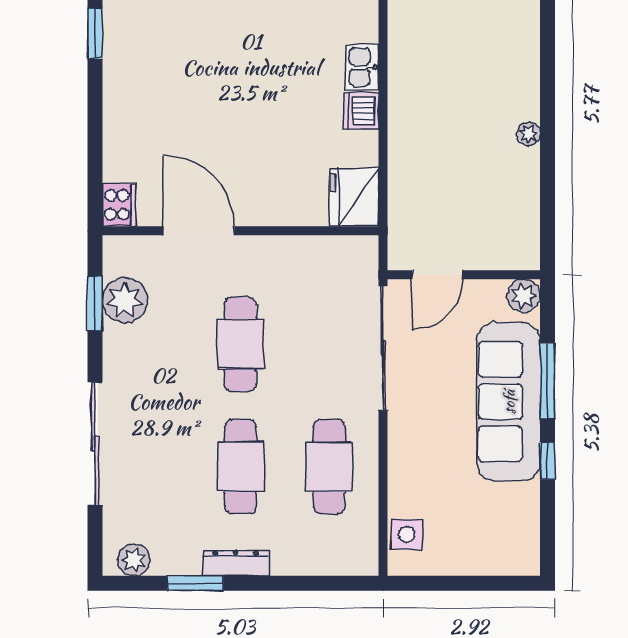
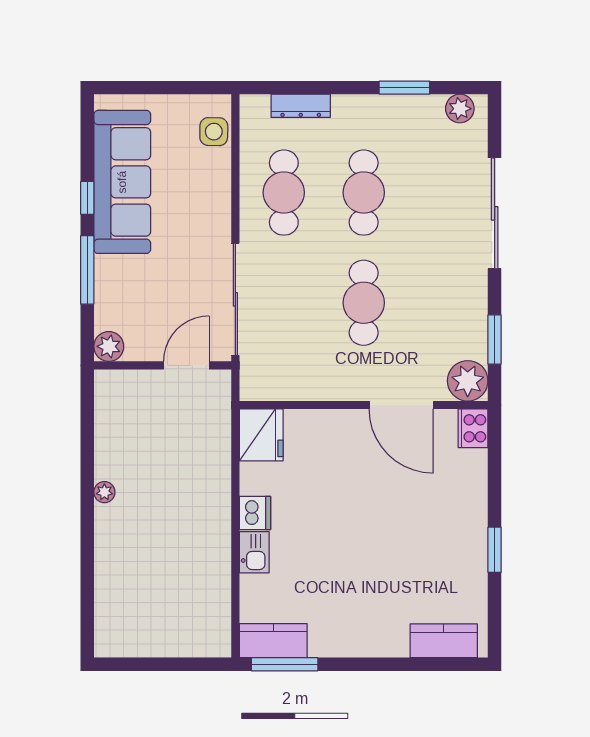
window: (95, 34) -> (495, 550), moved
plant: (125, 300) -> (468, 381), moved
sofa: (509, 402) -> (122, 182), moved
dresser: (236, 563) -> (301, 106), moved

